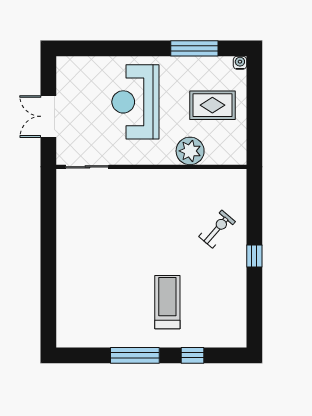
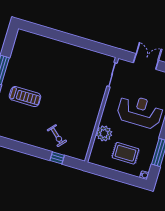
rug: (212, 105) -> (125, 153), turned 90
window: (254, 256) -> (57, 158), moved

